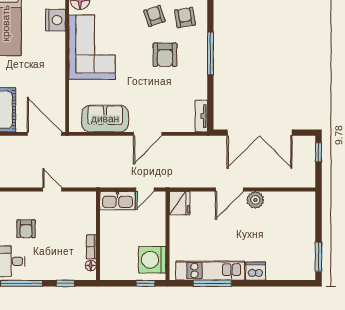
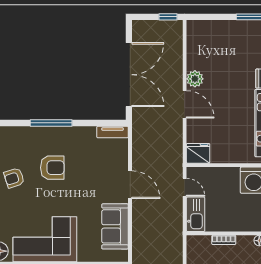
armchair: (185, 18) -> (16, 148), removed
window: (318, 152) -> (168, 17), moved
bookcase: (91, 247) -> (224, 240), moved

